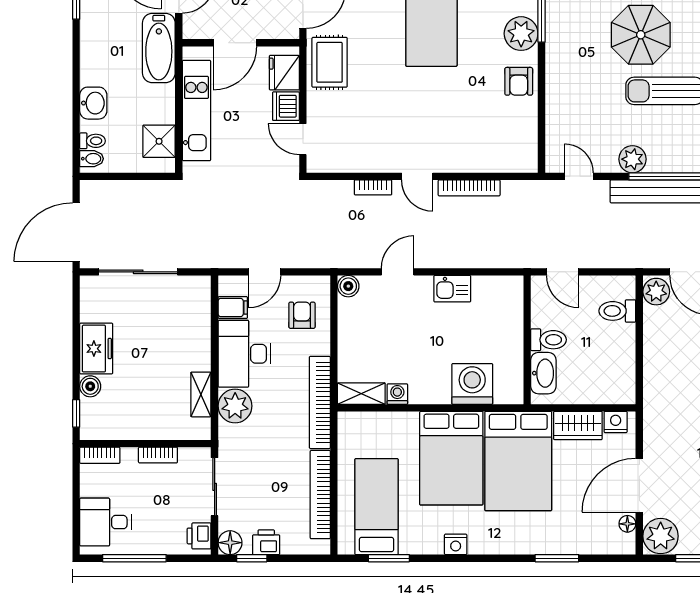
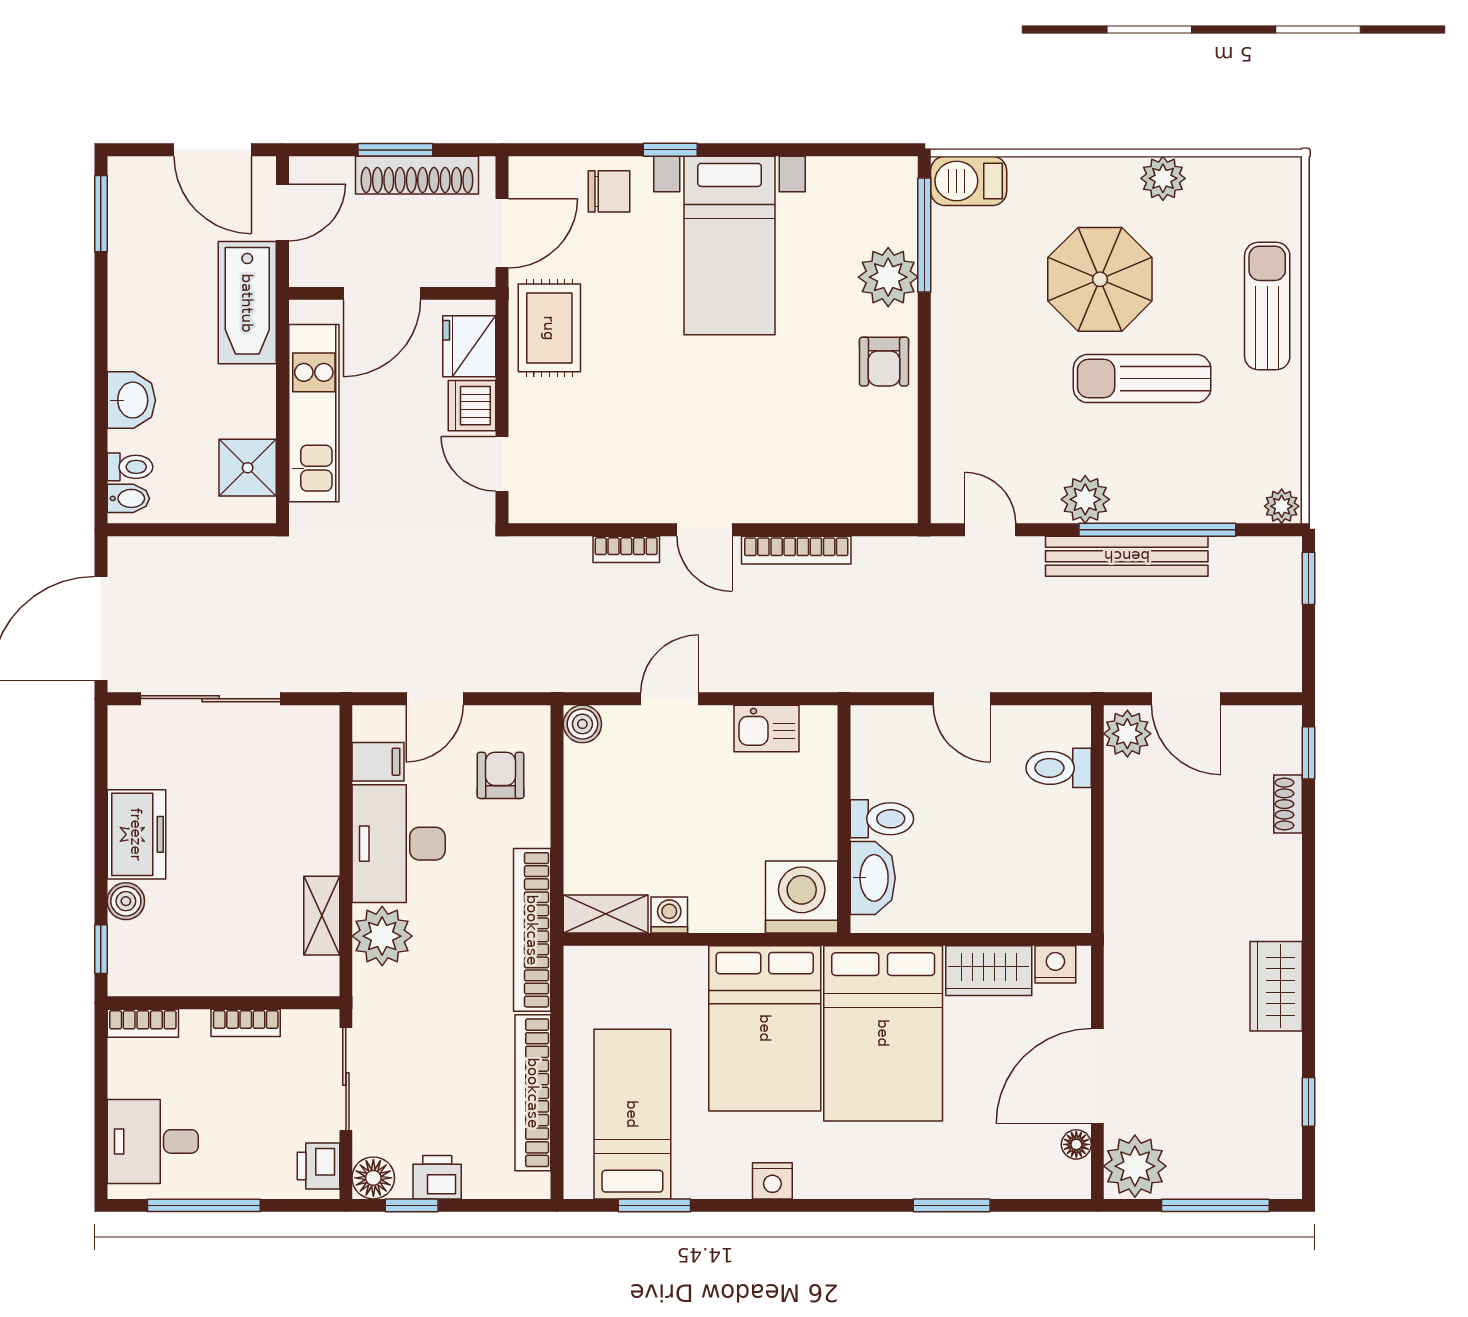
wall: (527, 340) -> (844, 819), moved
toilet: (549, 340) -> (882, 819), moved
washbasin: (543, 373) -> (873, 878), moved

